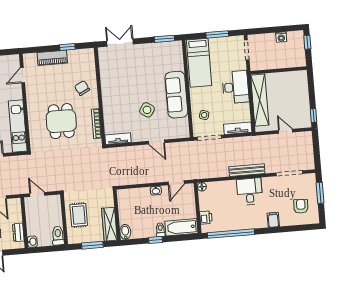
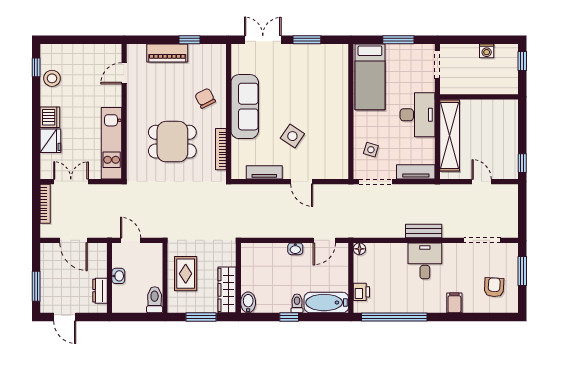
window: (164, 39) -> (307, 40), moved
sofa: (176, 95) -> (245, 107), moved, turned 180
dining table: (61, 121) -> (172, 142), turned 90
tv unit: (118, 139) -> (264, 172), moved
bench: (247, 170) -> (424, 231), width x0.73
washbasin: (32, 242) -> (118, 276), moved

